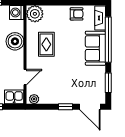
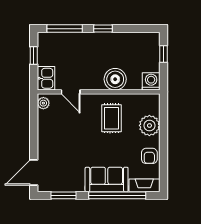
plant: (35, 14) -> (149, 125), moved
rug: (46, 44) -> (111, 118), turned 90
window: (65, 107) -> (34, 142), removed

